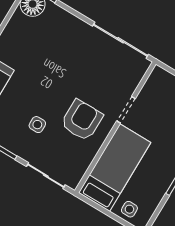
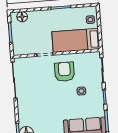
armchair: (82, 120) -> (64, 72), turned 90

